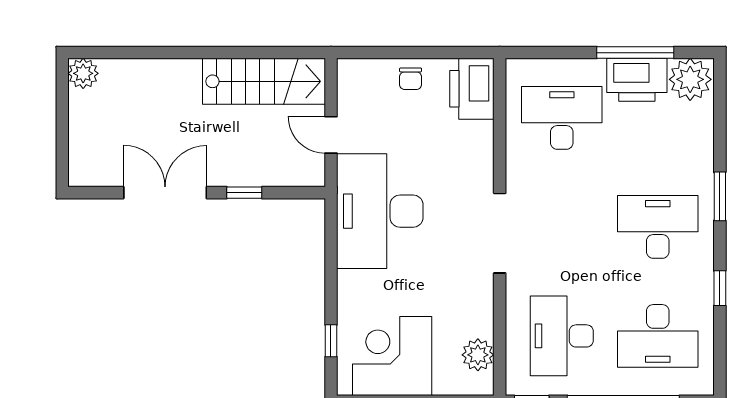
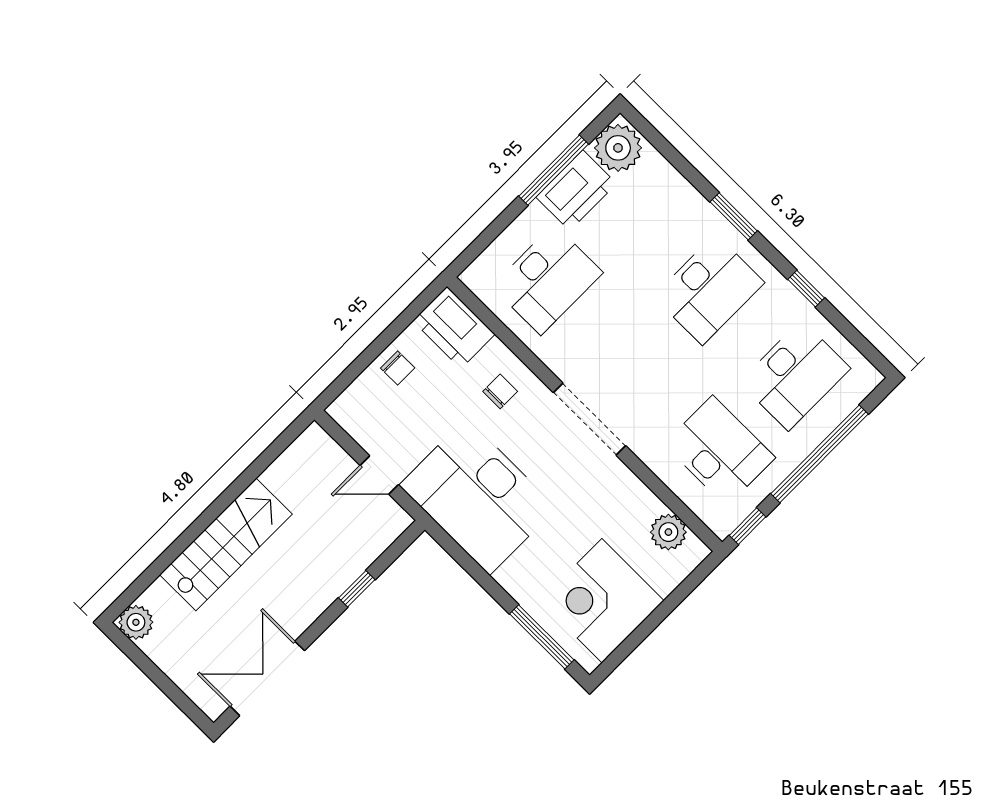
stairs: (264, 81) -> (226, 544), moved
desk: (562, 118) -> (547, 280), turned 180
chair: (461, 159) -> (500, 391), added
double door: (165, 193) -> (267, 678), moved
desk: (658, 227) -> (709, 290), turned 180
desk: (562, 336) -> (719, 451), turned 180
window: (331, 341) -> (542, 637), width x2.17

